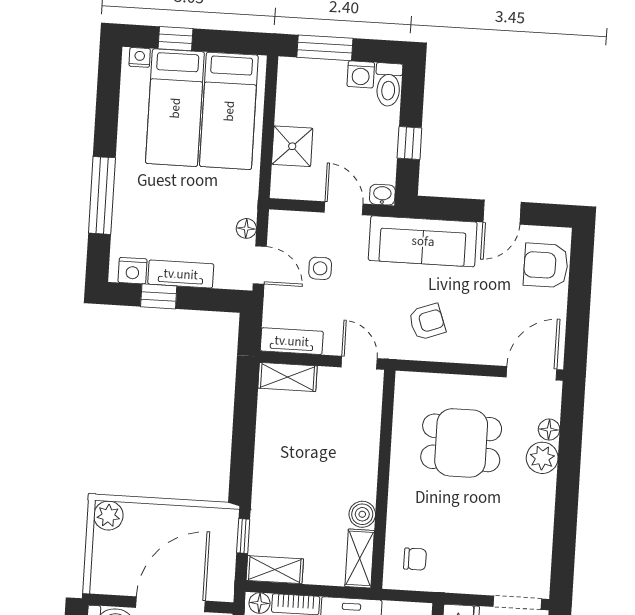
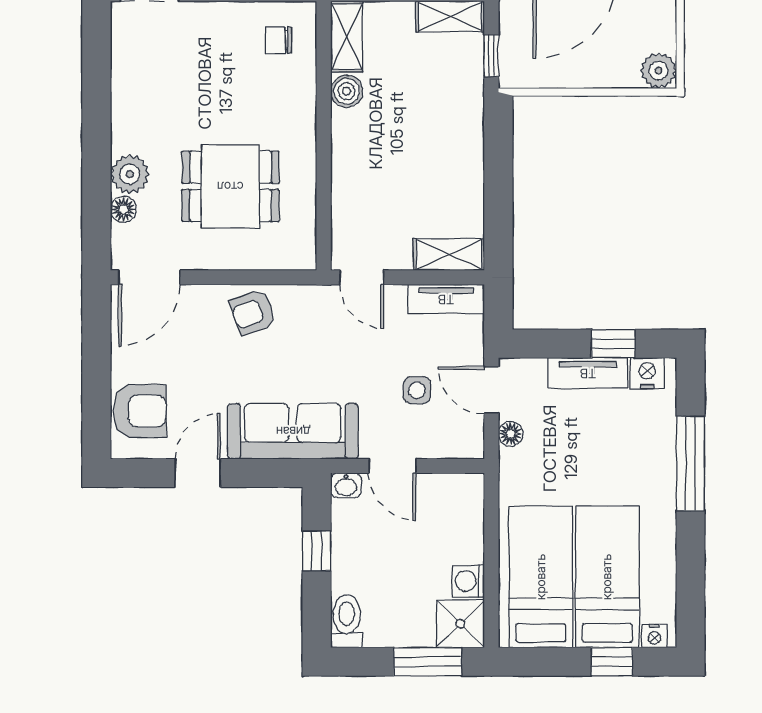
washing machine: (361, 74) -> (468, 581), moved, turned -90
shower: (292, 146) -> (460, 624), moved
armchair: (427, 322) -> (253, 312), moved

